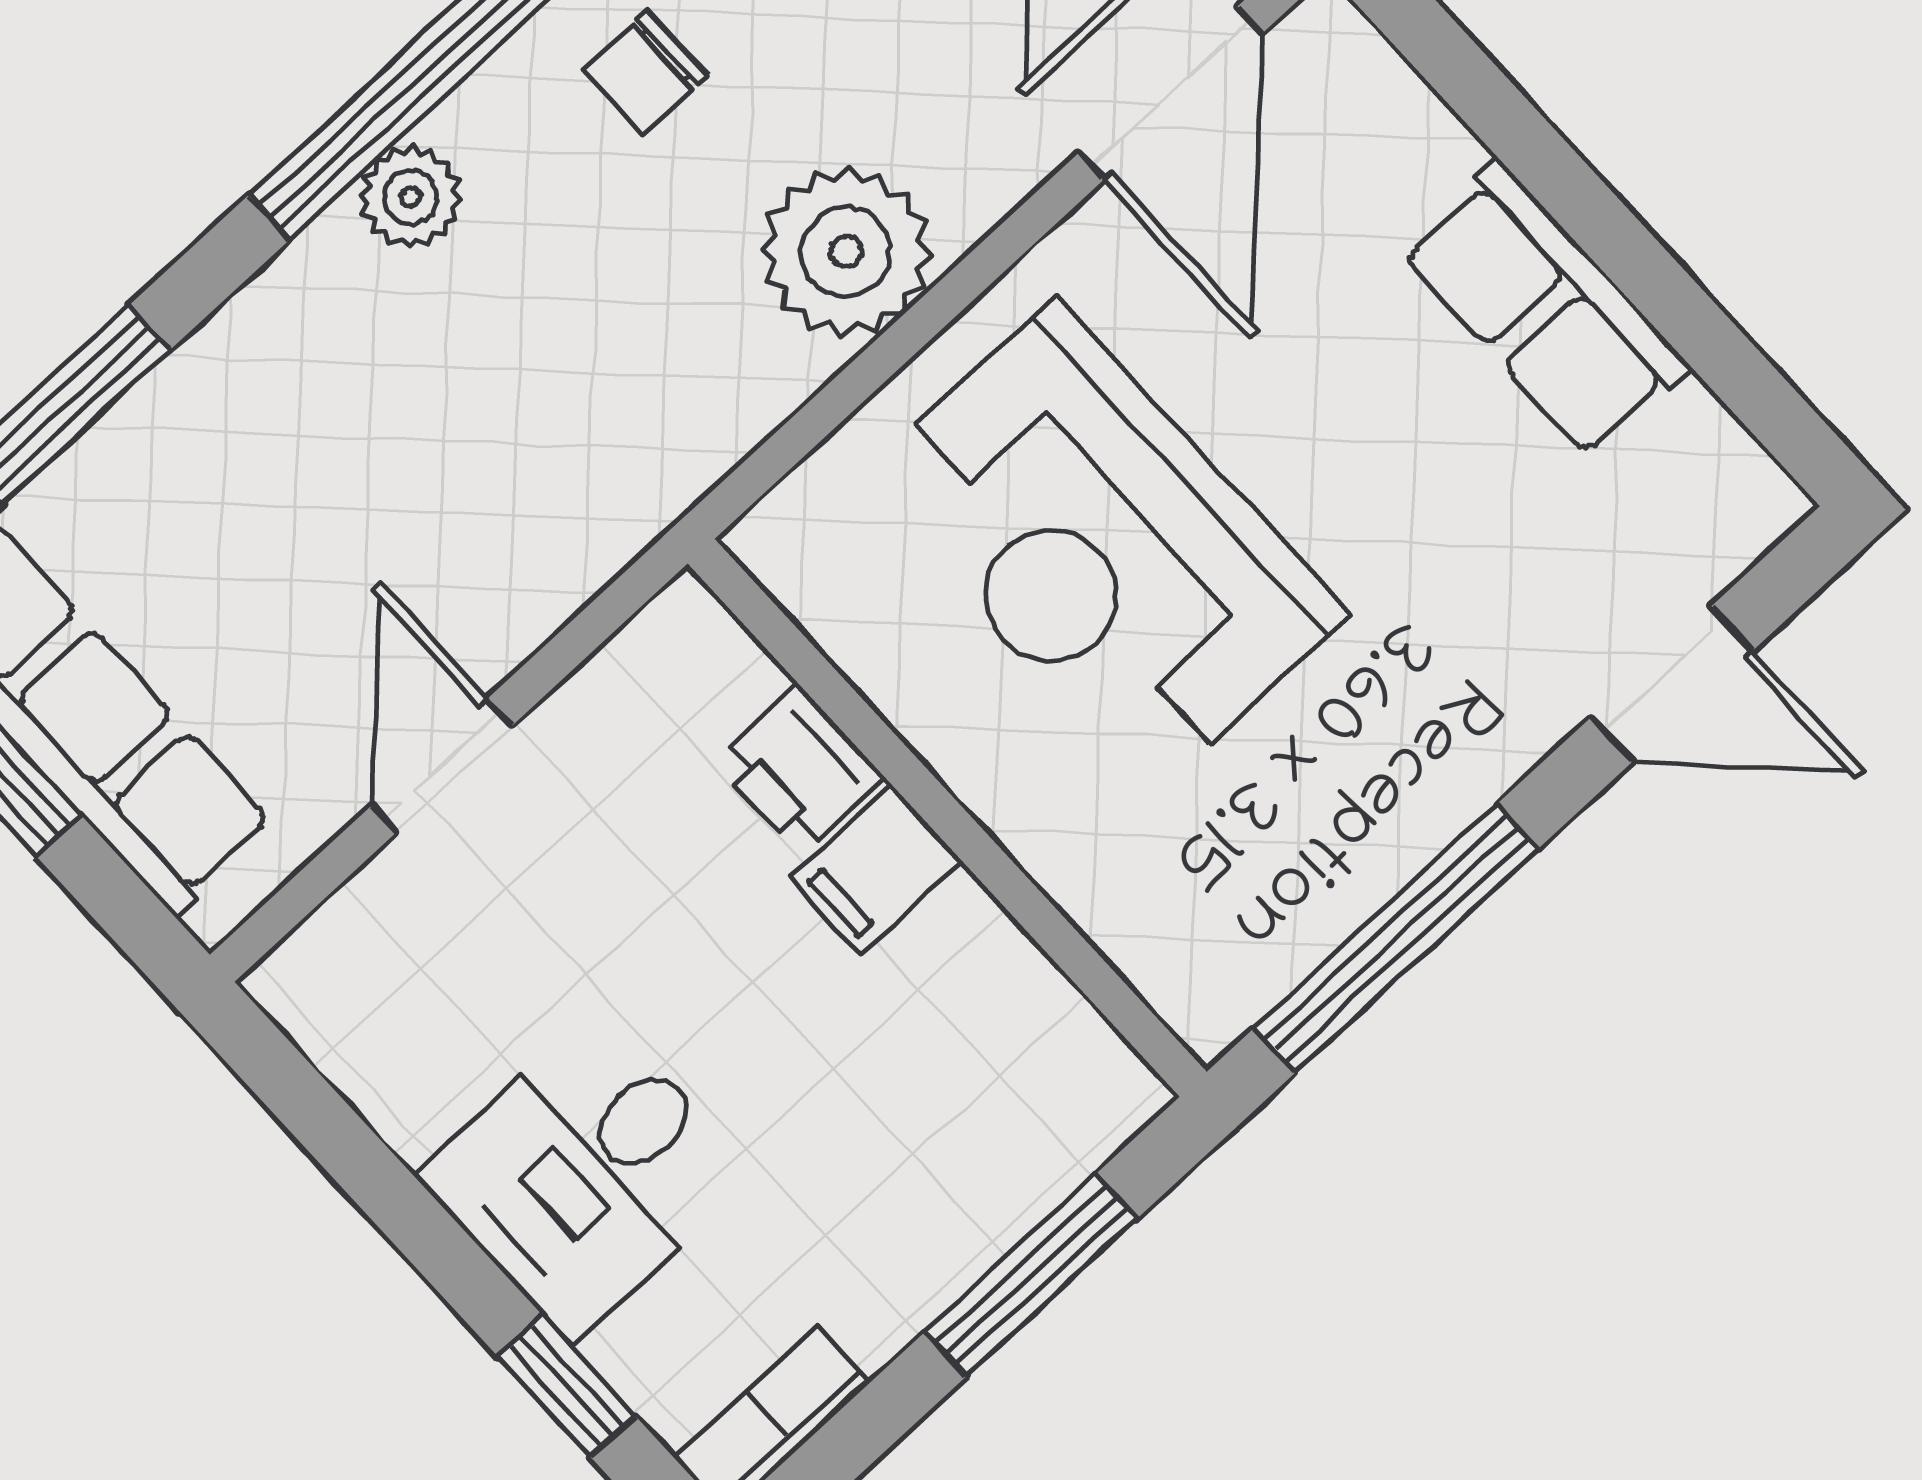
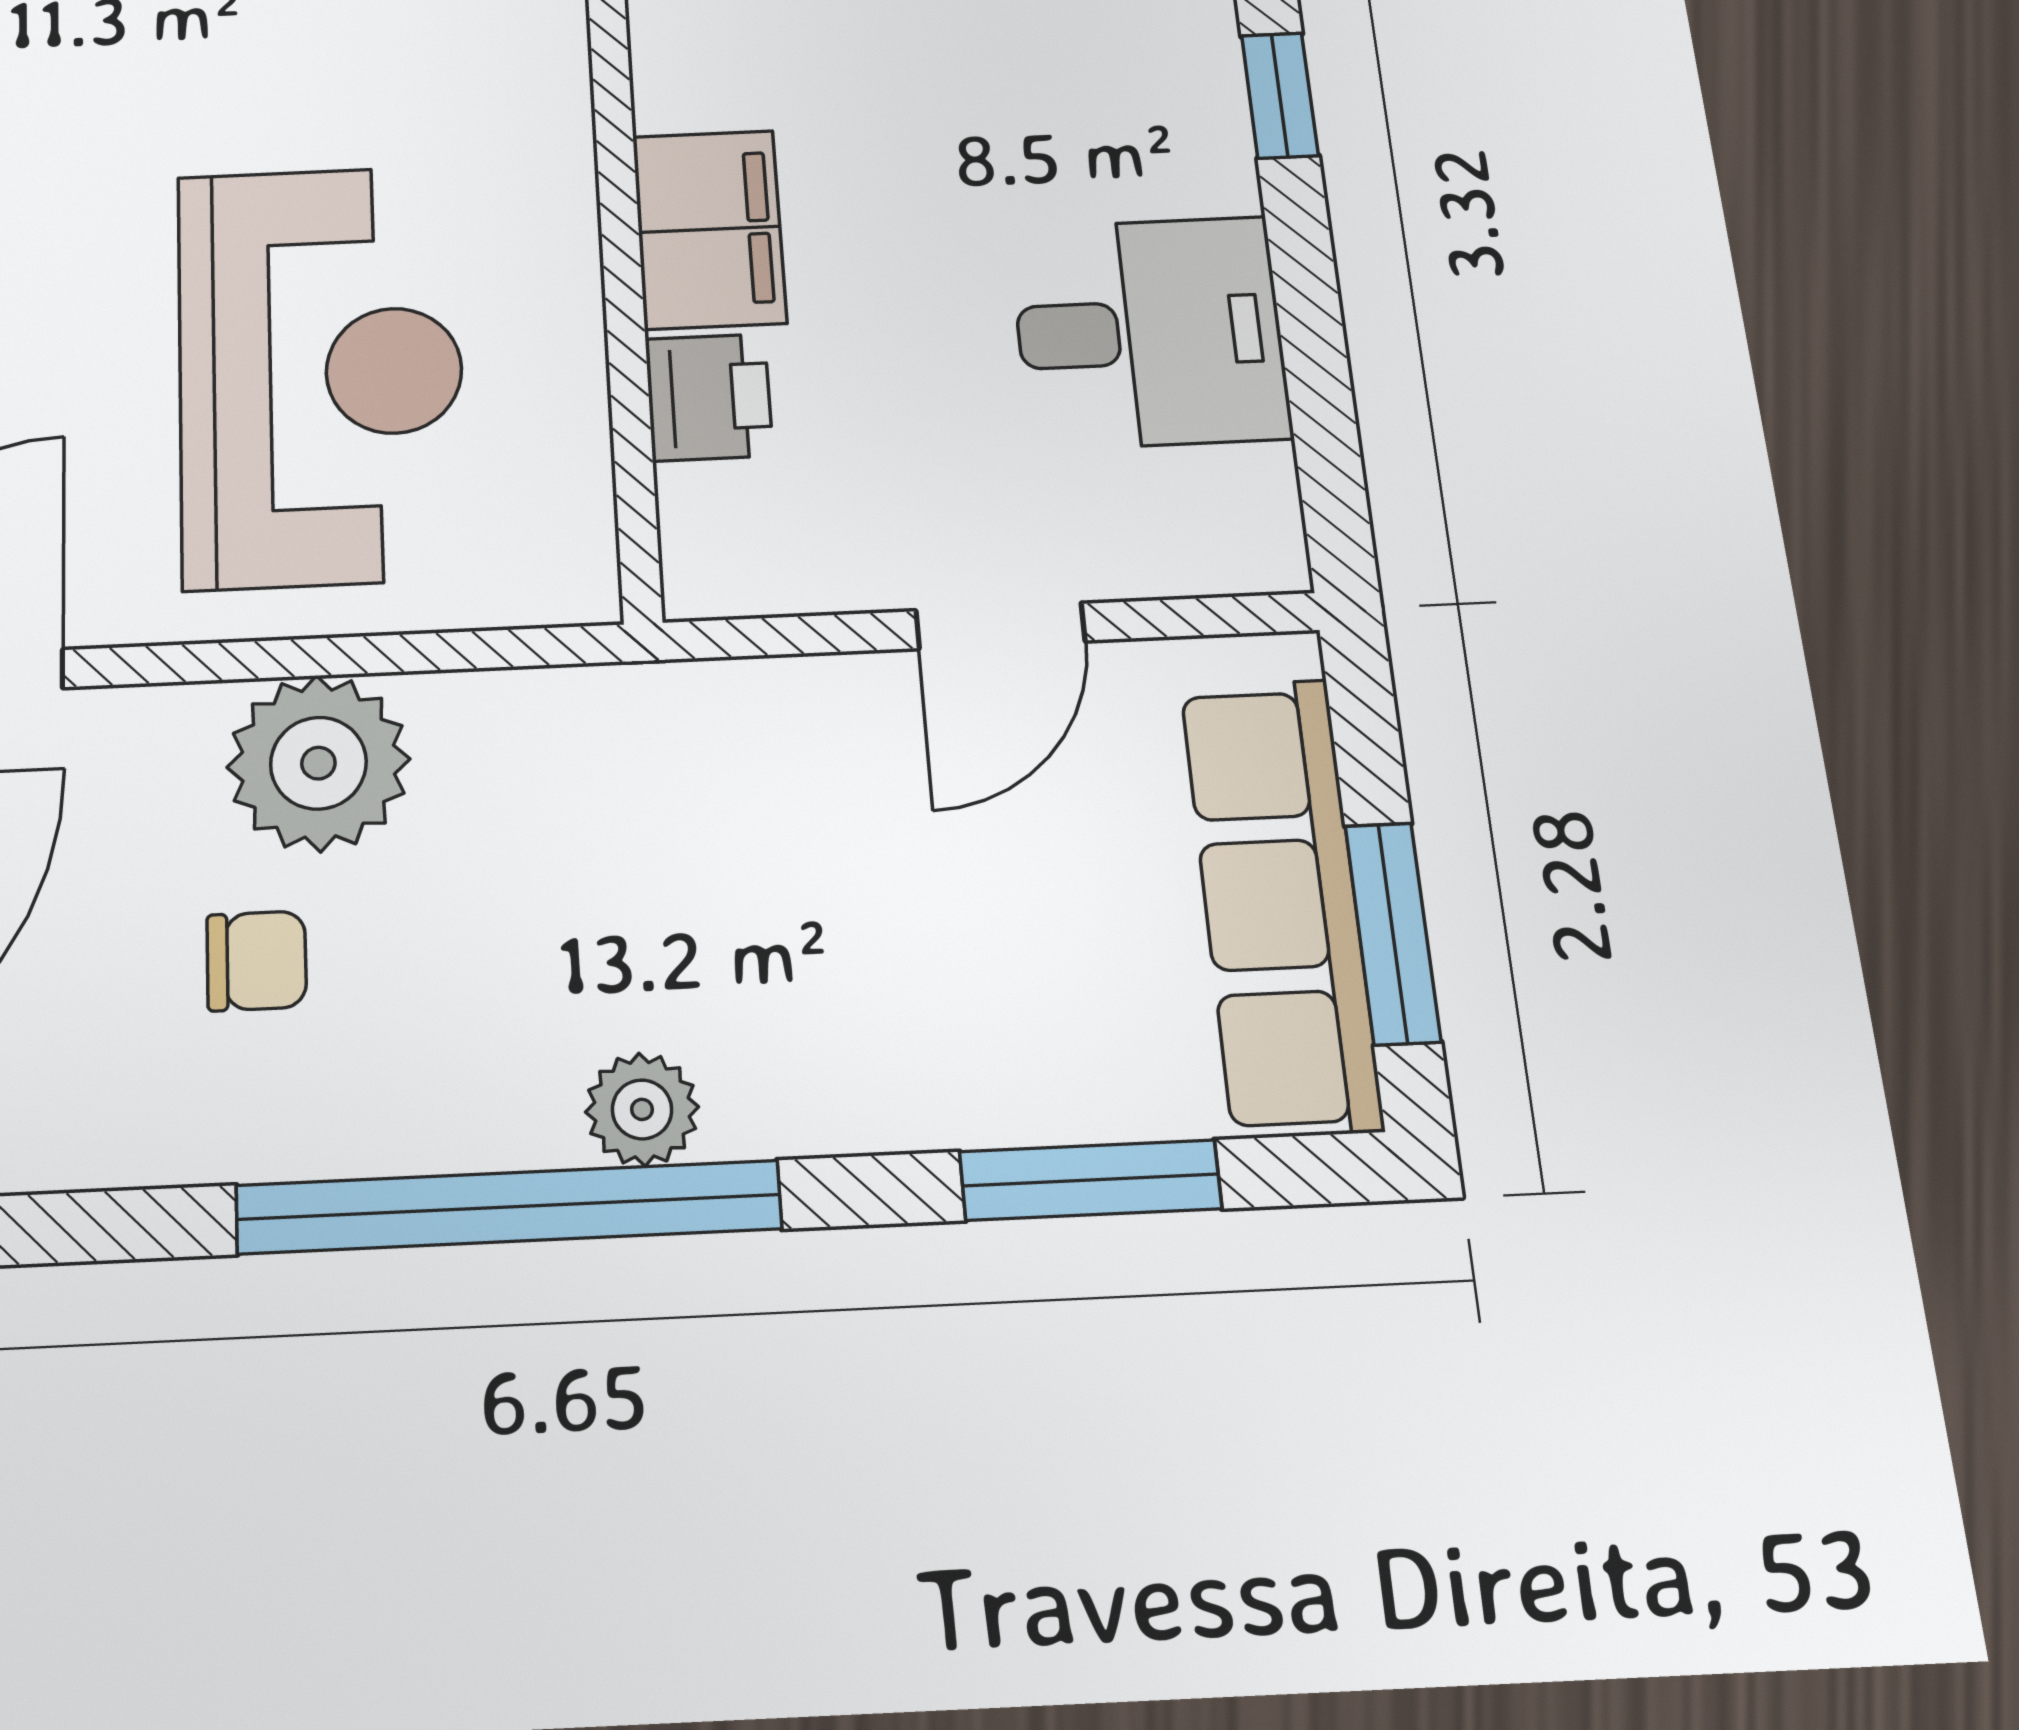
chair: (645, 73) -> (257, 961), moved
filing cabinet: (876, 870) -> (709, 229), width x2.00
desk: (585, 1175) -> (1150, 332), moved

